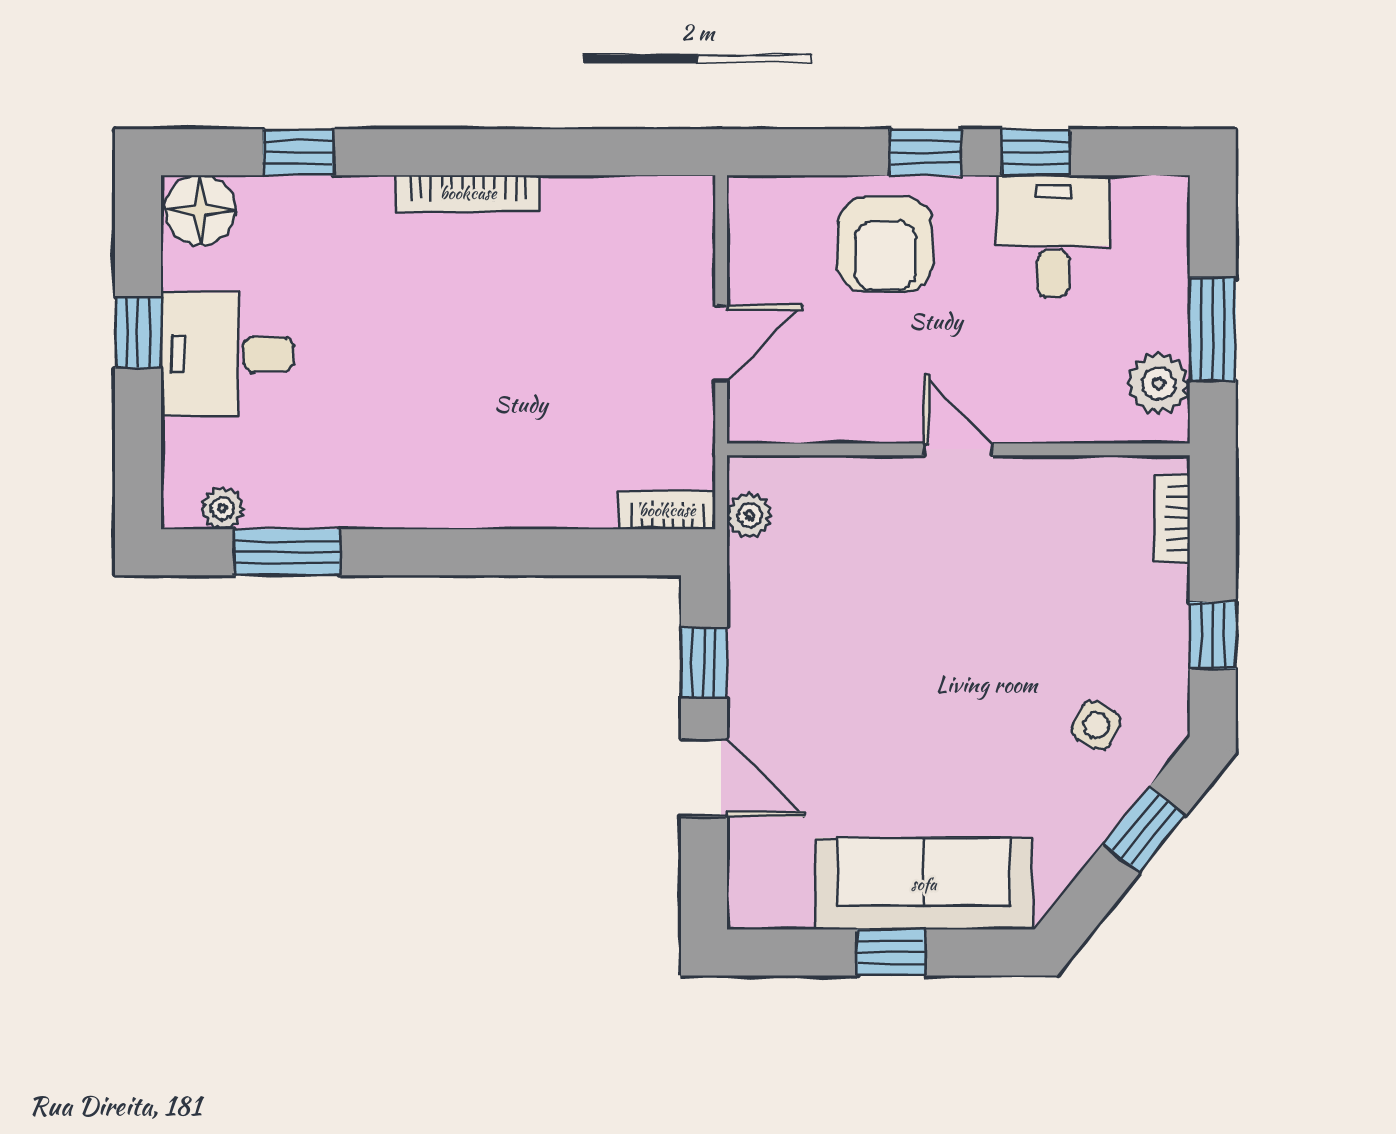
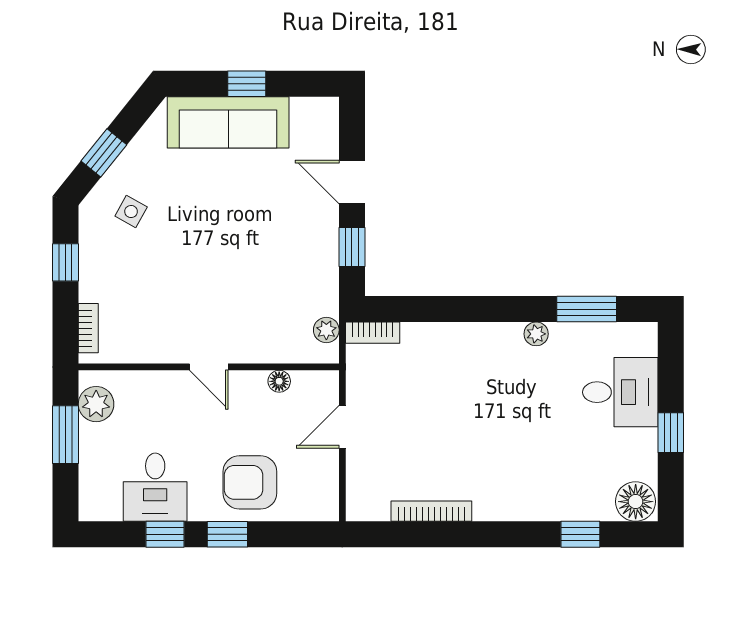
bookcase: (468, 193) -> (431, 511), moved
armchair: (885, 244) -> (250, 482), turned -90
desk: (228, 354) -> (620, 392), moved
floor lamp: (833, 424) -> (279, 381), added
plant: (223, 508) -> (536, 334), moved

